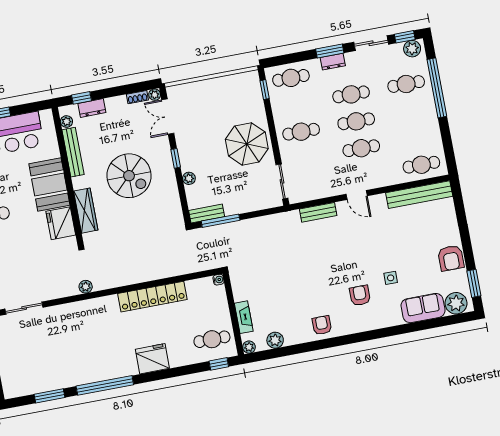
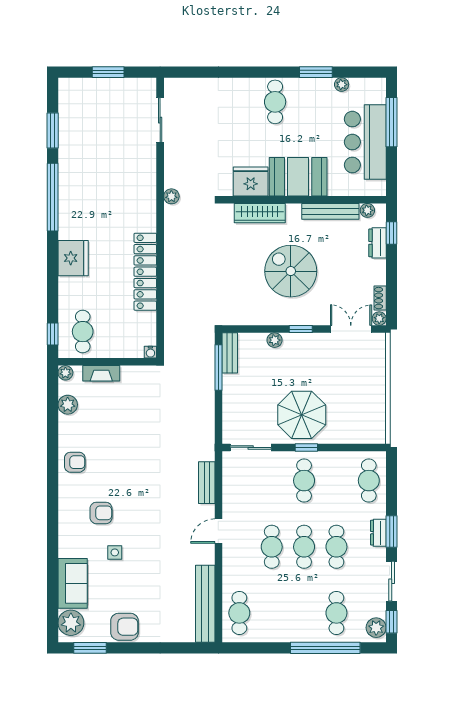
window: (265, 90) -> (306, 447), moved
spiral stairs: (129, 176) -> (291, 271), turned 90
armchair: (451, 258) -> (125, 627), turned 180

